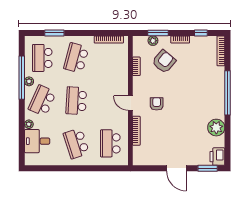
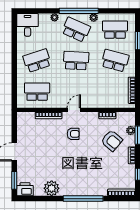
window: (22, 78) -> (79, 11), moved
desk: (37, 141) -> (28, 25), moved

